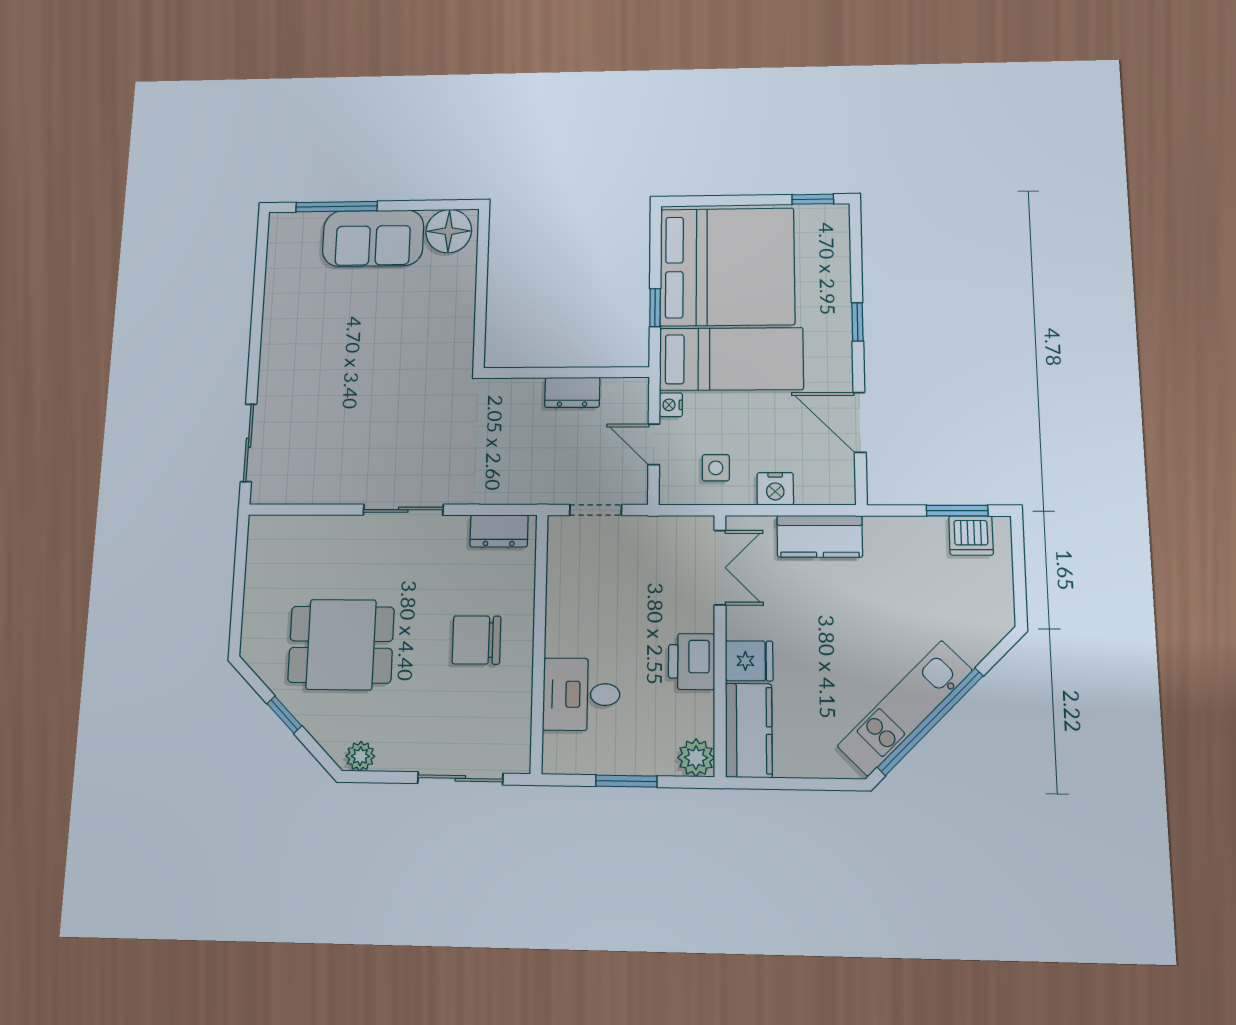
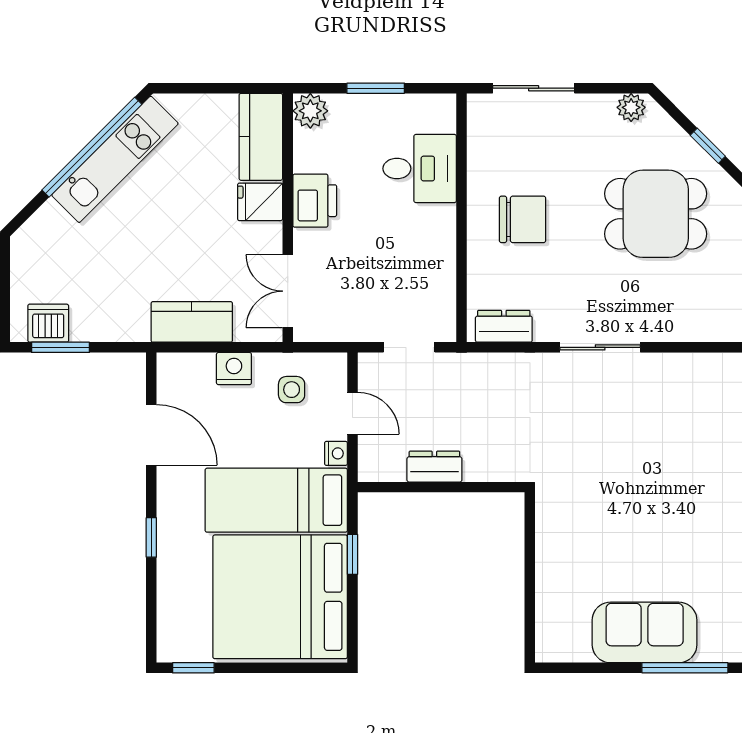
floor lamp: (449, 231) -> (566, 639), removed

